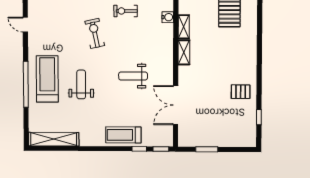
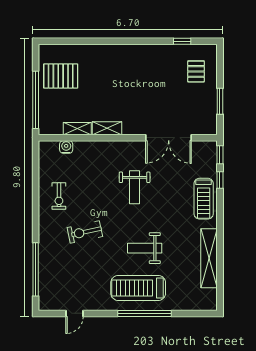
pallet: (241, 92) -> (196, 71), moved
shelving: (54, 139) -> (209, 258), moved

